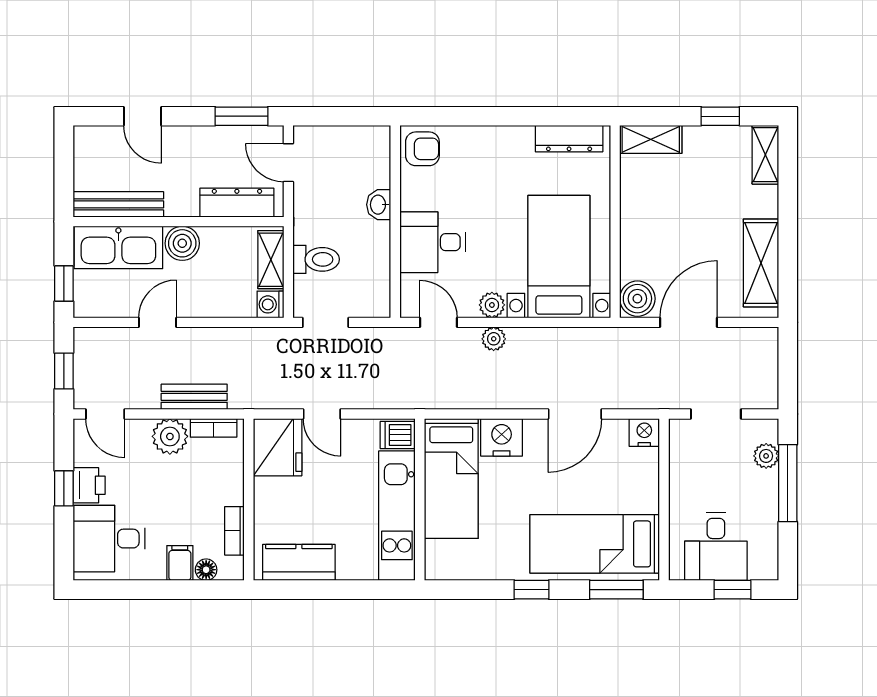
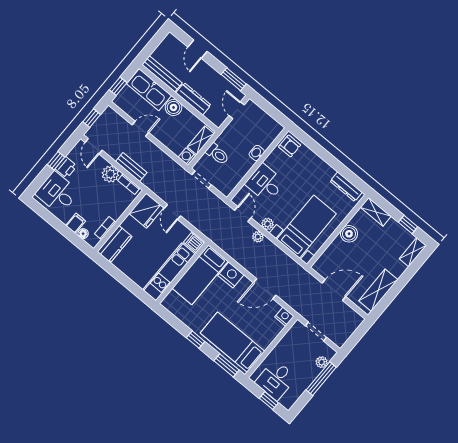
dresser: (237, 203) -> (193, 99), moved
boiler: (637, 299) -> (349, 234), moved
kitchen counter: (299, 562) -> (115, 244), moved, turned 90

